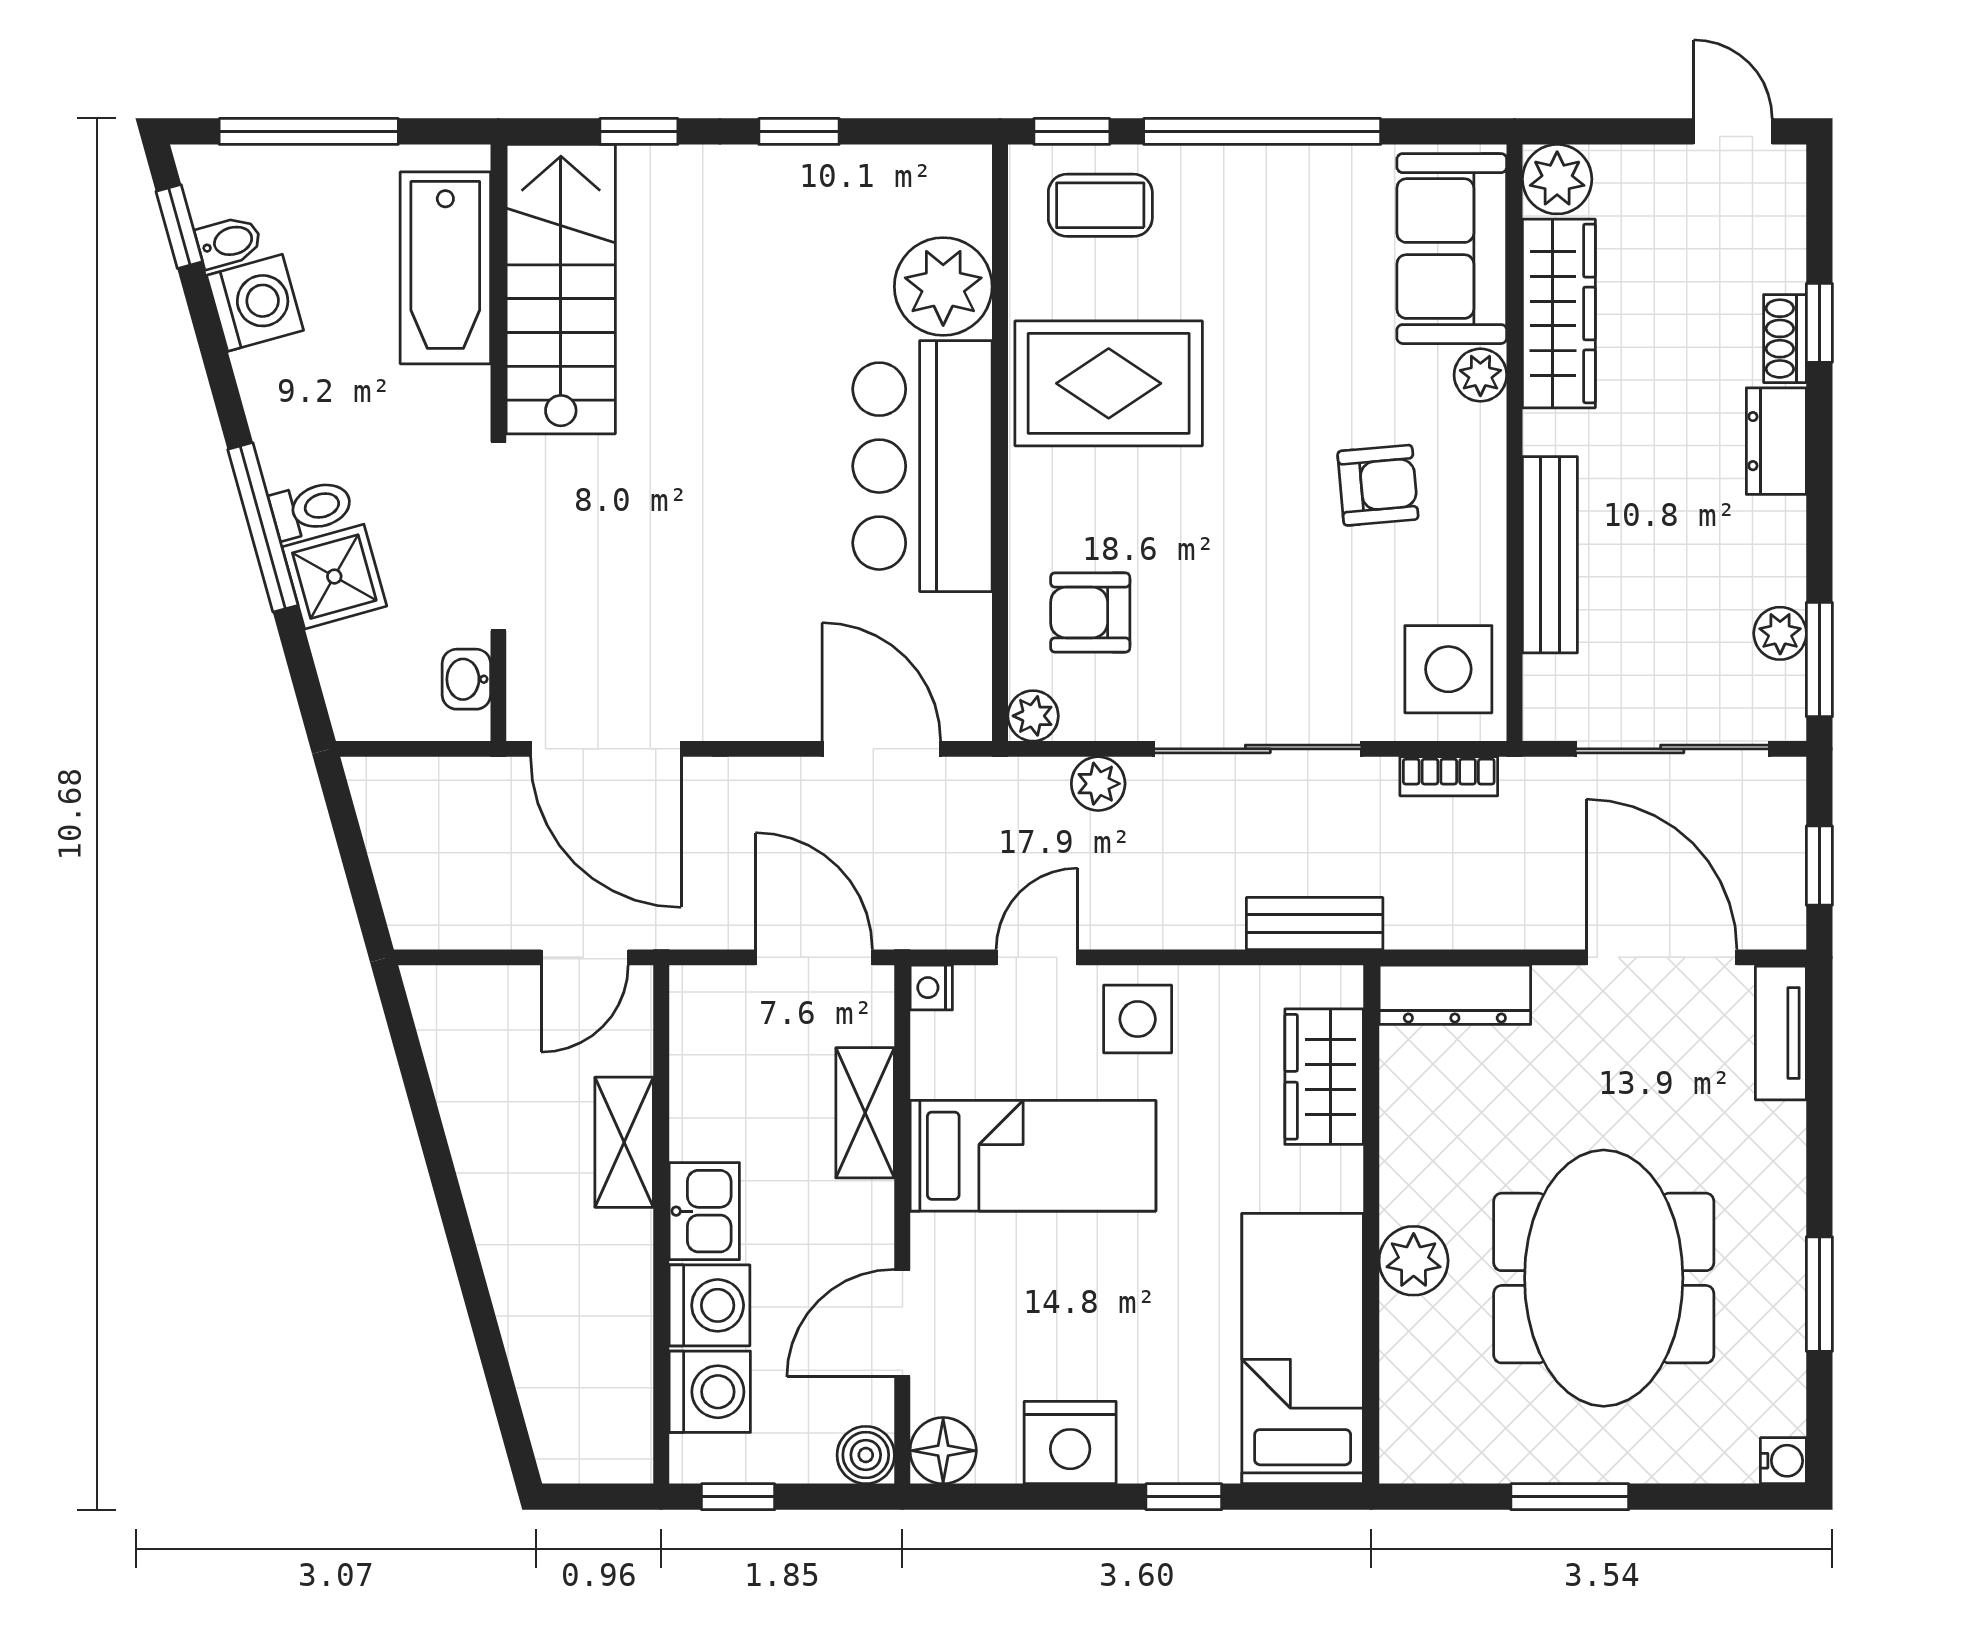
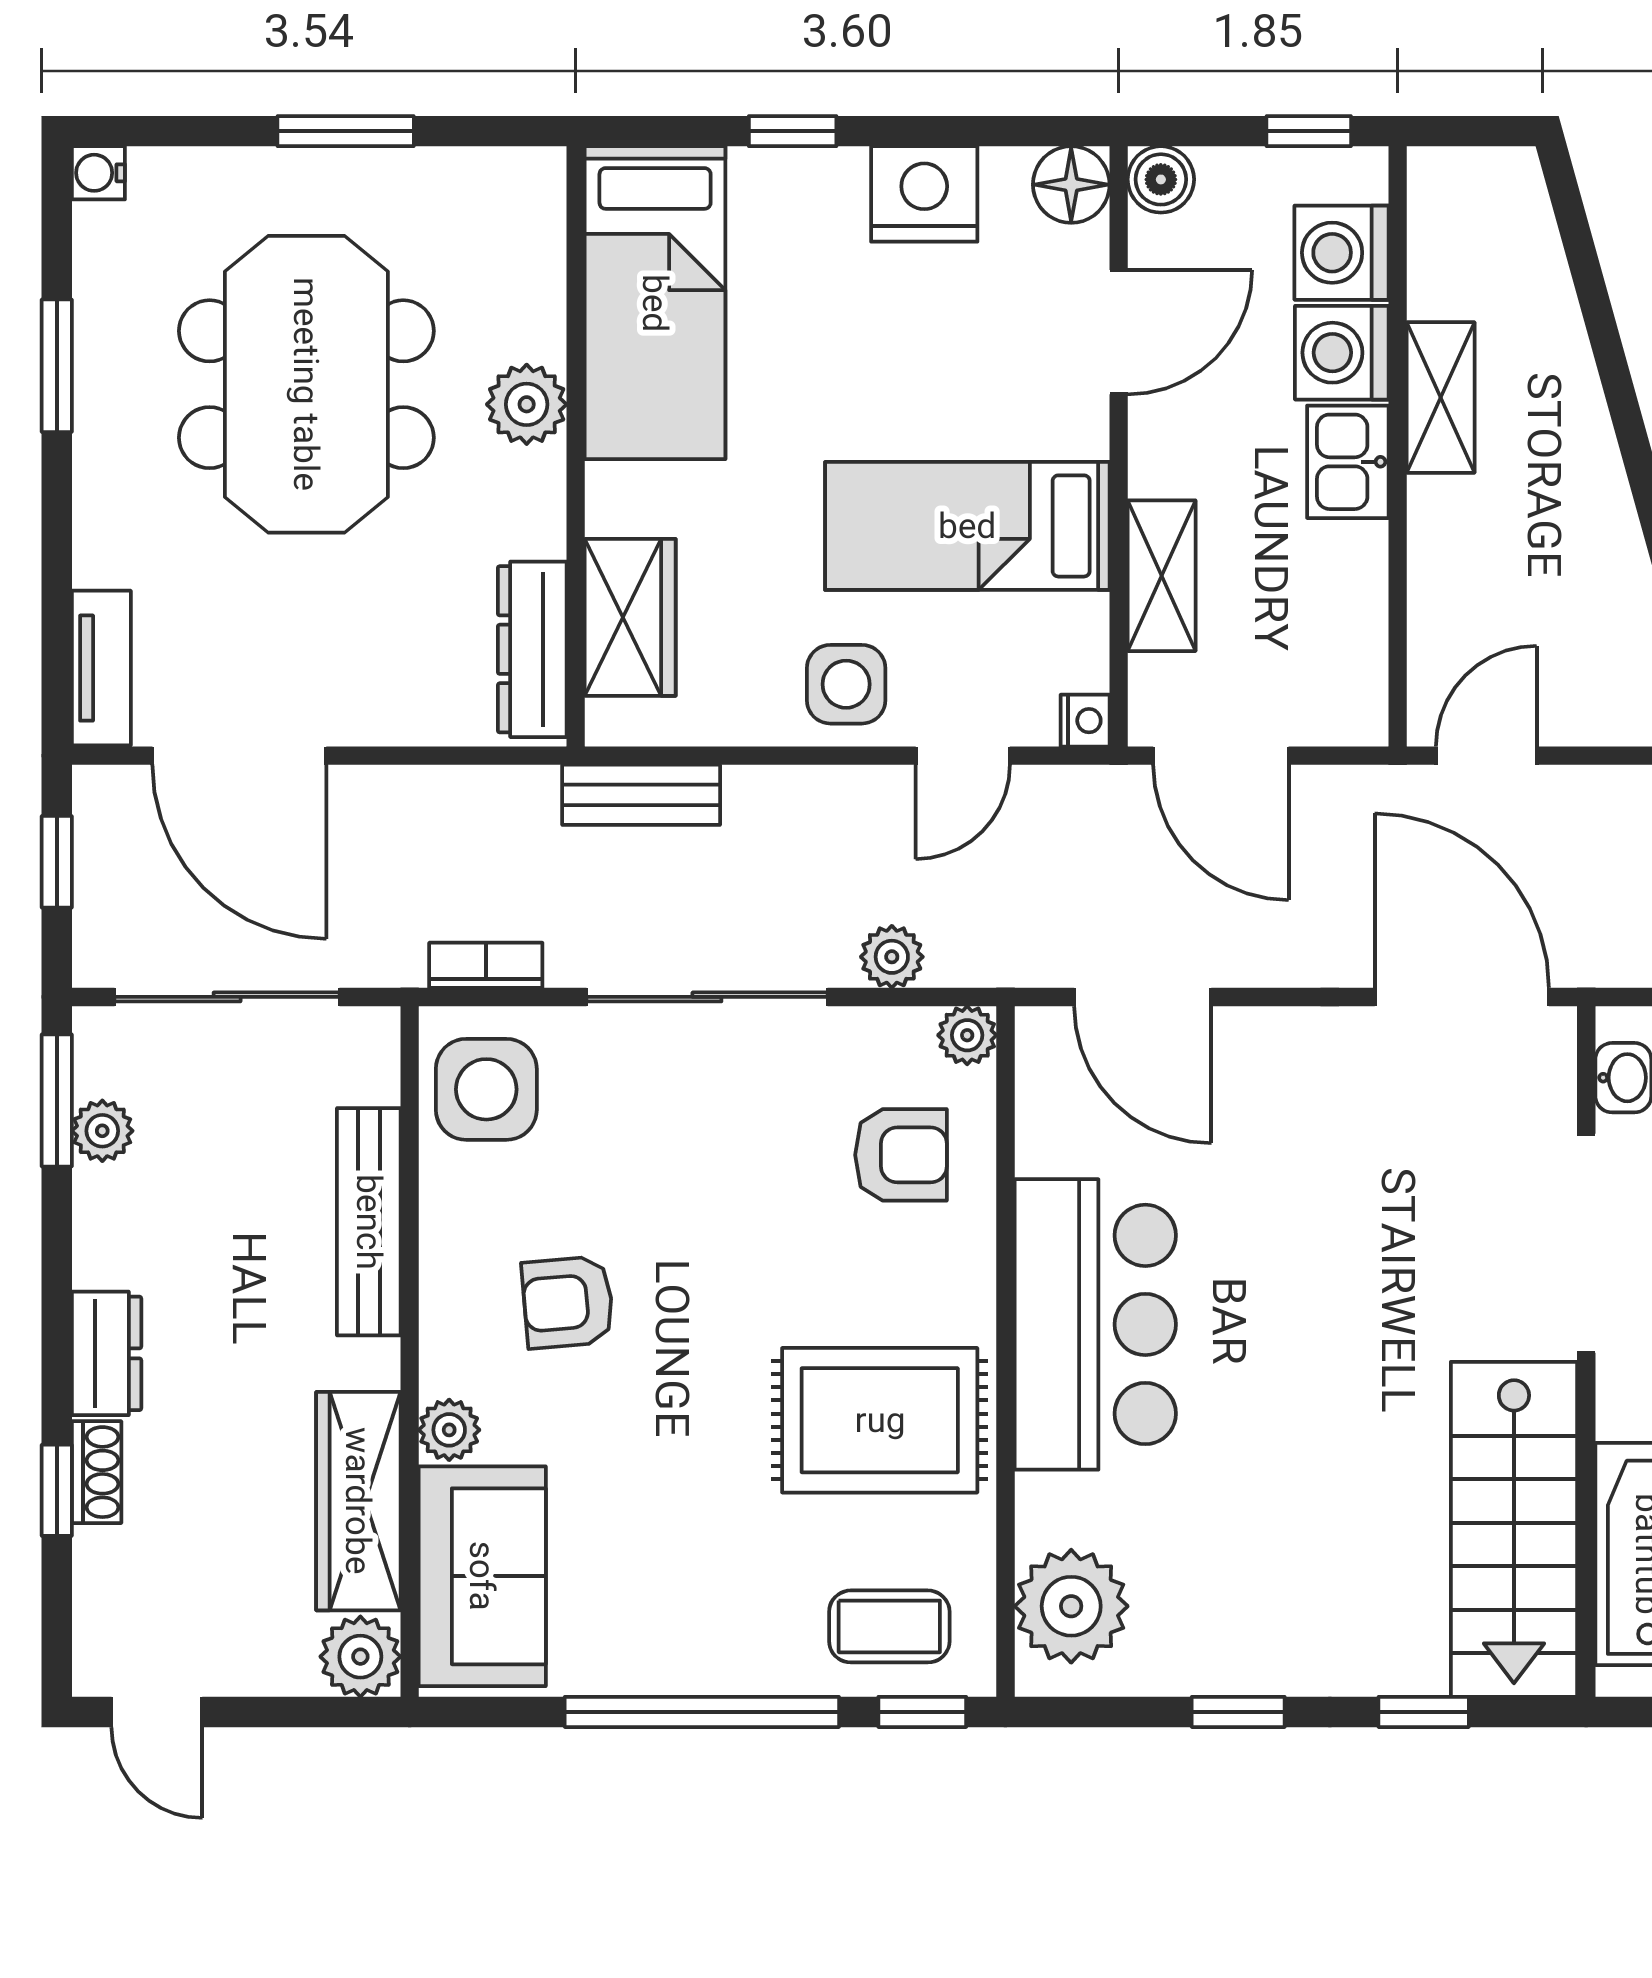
plant: (943, 287) -> (1071, 1606), moved
dresser: (1455, 995) -> (532, 649), moved, turned -90
shelving: (624, 1142) -> (1441, 397), moved

